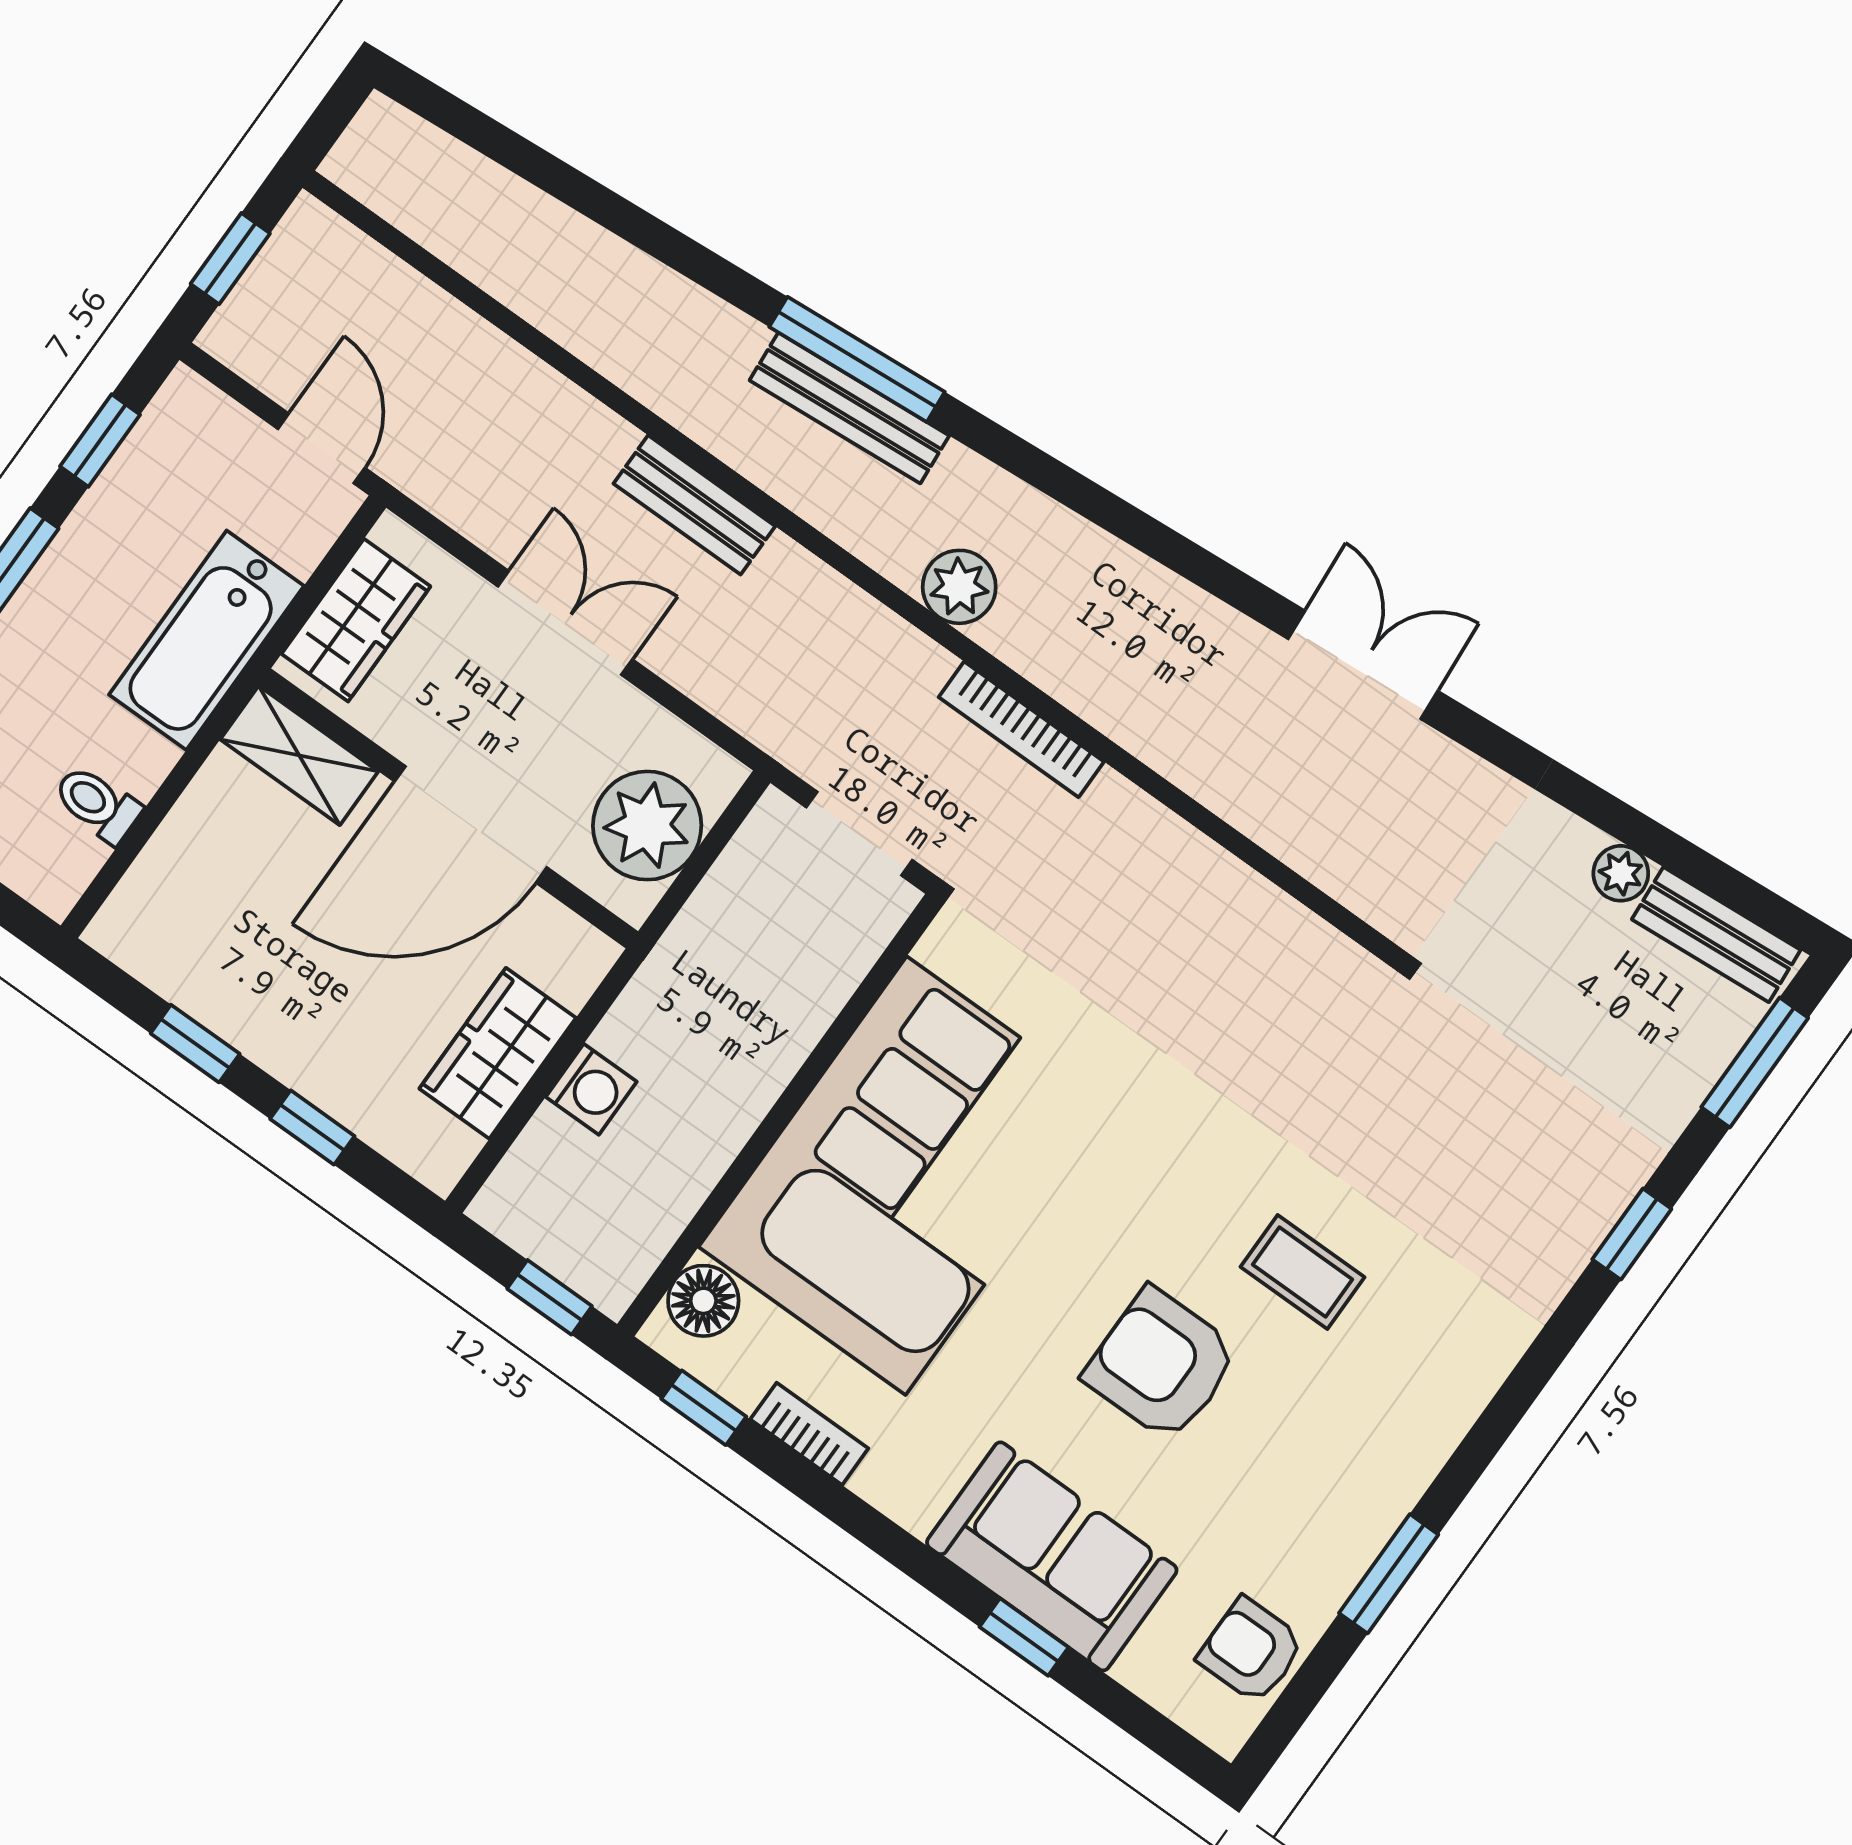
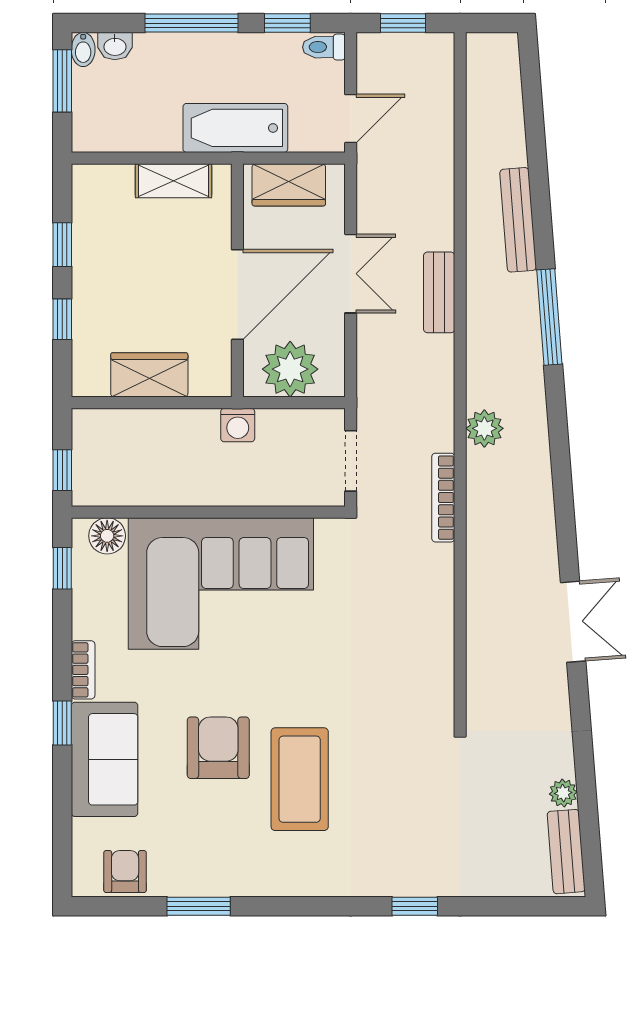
bench: (849, 408) -> (518, 220), moved
shelving: (299, 755) -> (174, 181), moved, turned 90
toilet: (97, 804) -> (324, 47), moved, turned -90
door: (471, 824) -> (237, 295), swing flipped
window: (1755, 1062) -> (524, 906), removed
washing machine: (591, 1089) -> (238, 425), moved
coffee table: (1302, 1272) -> (300, 779), width x1.86, depth x1.72
bookcase: (809, 1434) -> (83, 670), moved
window: (1024, 1637) -> (62, 723), moved

